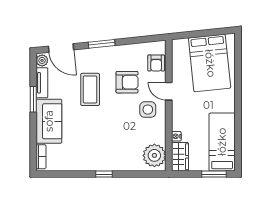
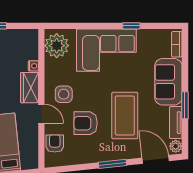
coffee table: (90, 89) -> (125, 115), width x1.36, depth x1.32
corner sofa: (107, 151) -> (106, 50), added
wardrobe: (180, 157) -> (29, 88), moved
window: (104, 174) -> (131, 26), moved

